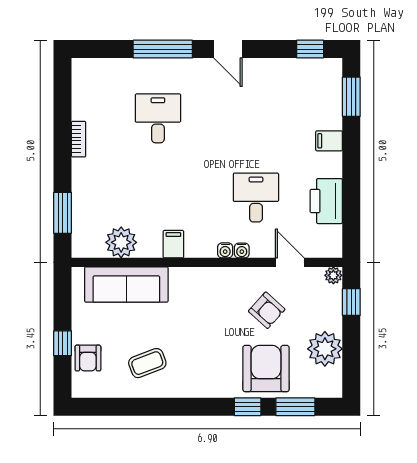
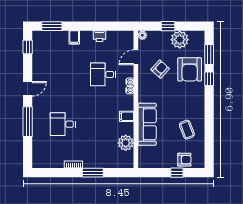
printer: (326, 201) -> (99, 36), width x0.53, depth x0.68
window: (63, 213) -> (93, 173), moved
sofa: (126, 284) -> (147, 124), moved
window: (351, 302) -> (168, 26), moved
armchair: (266, 369) -> (190, 69), turned -90

